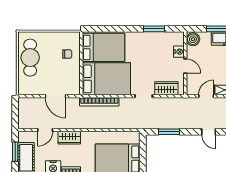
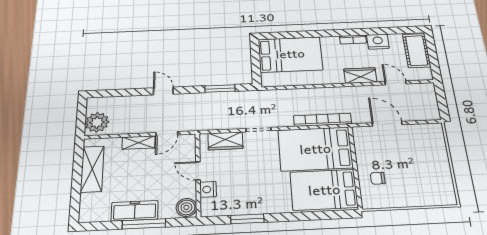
cafe table: (30, 58) -> (433, 171), removed
door: (45, 130) -> (396, 83), hinge flipped
window: (15, 152) -> (433, 56), removed

